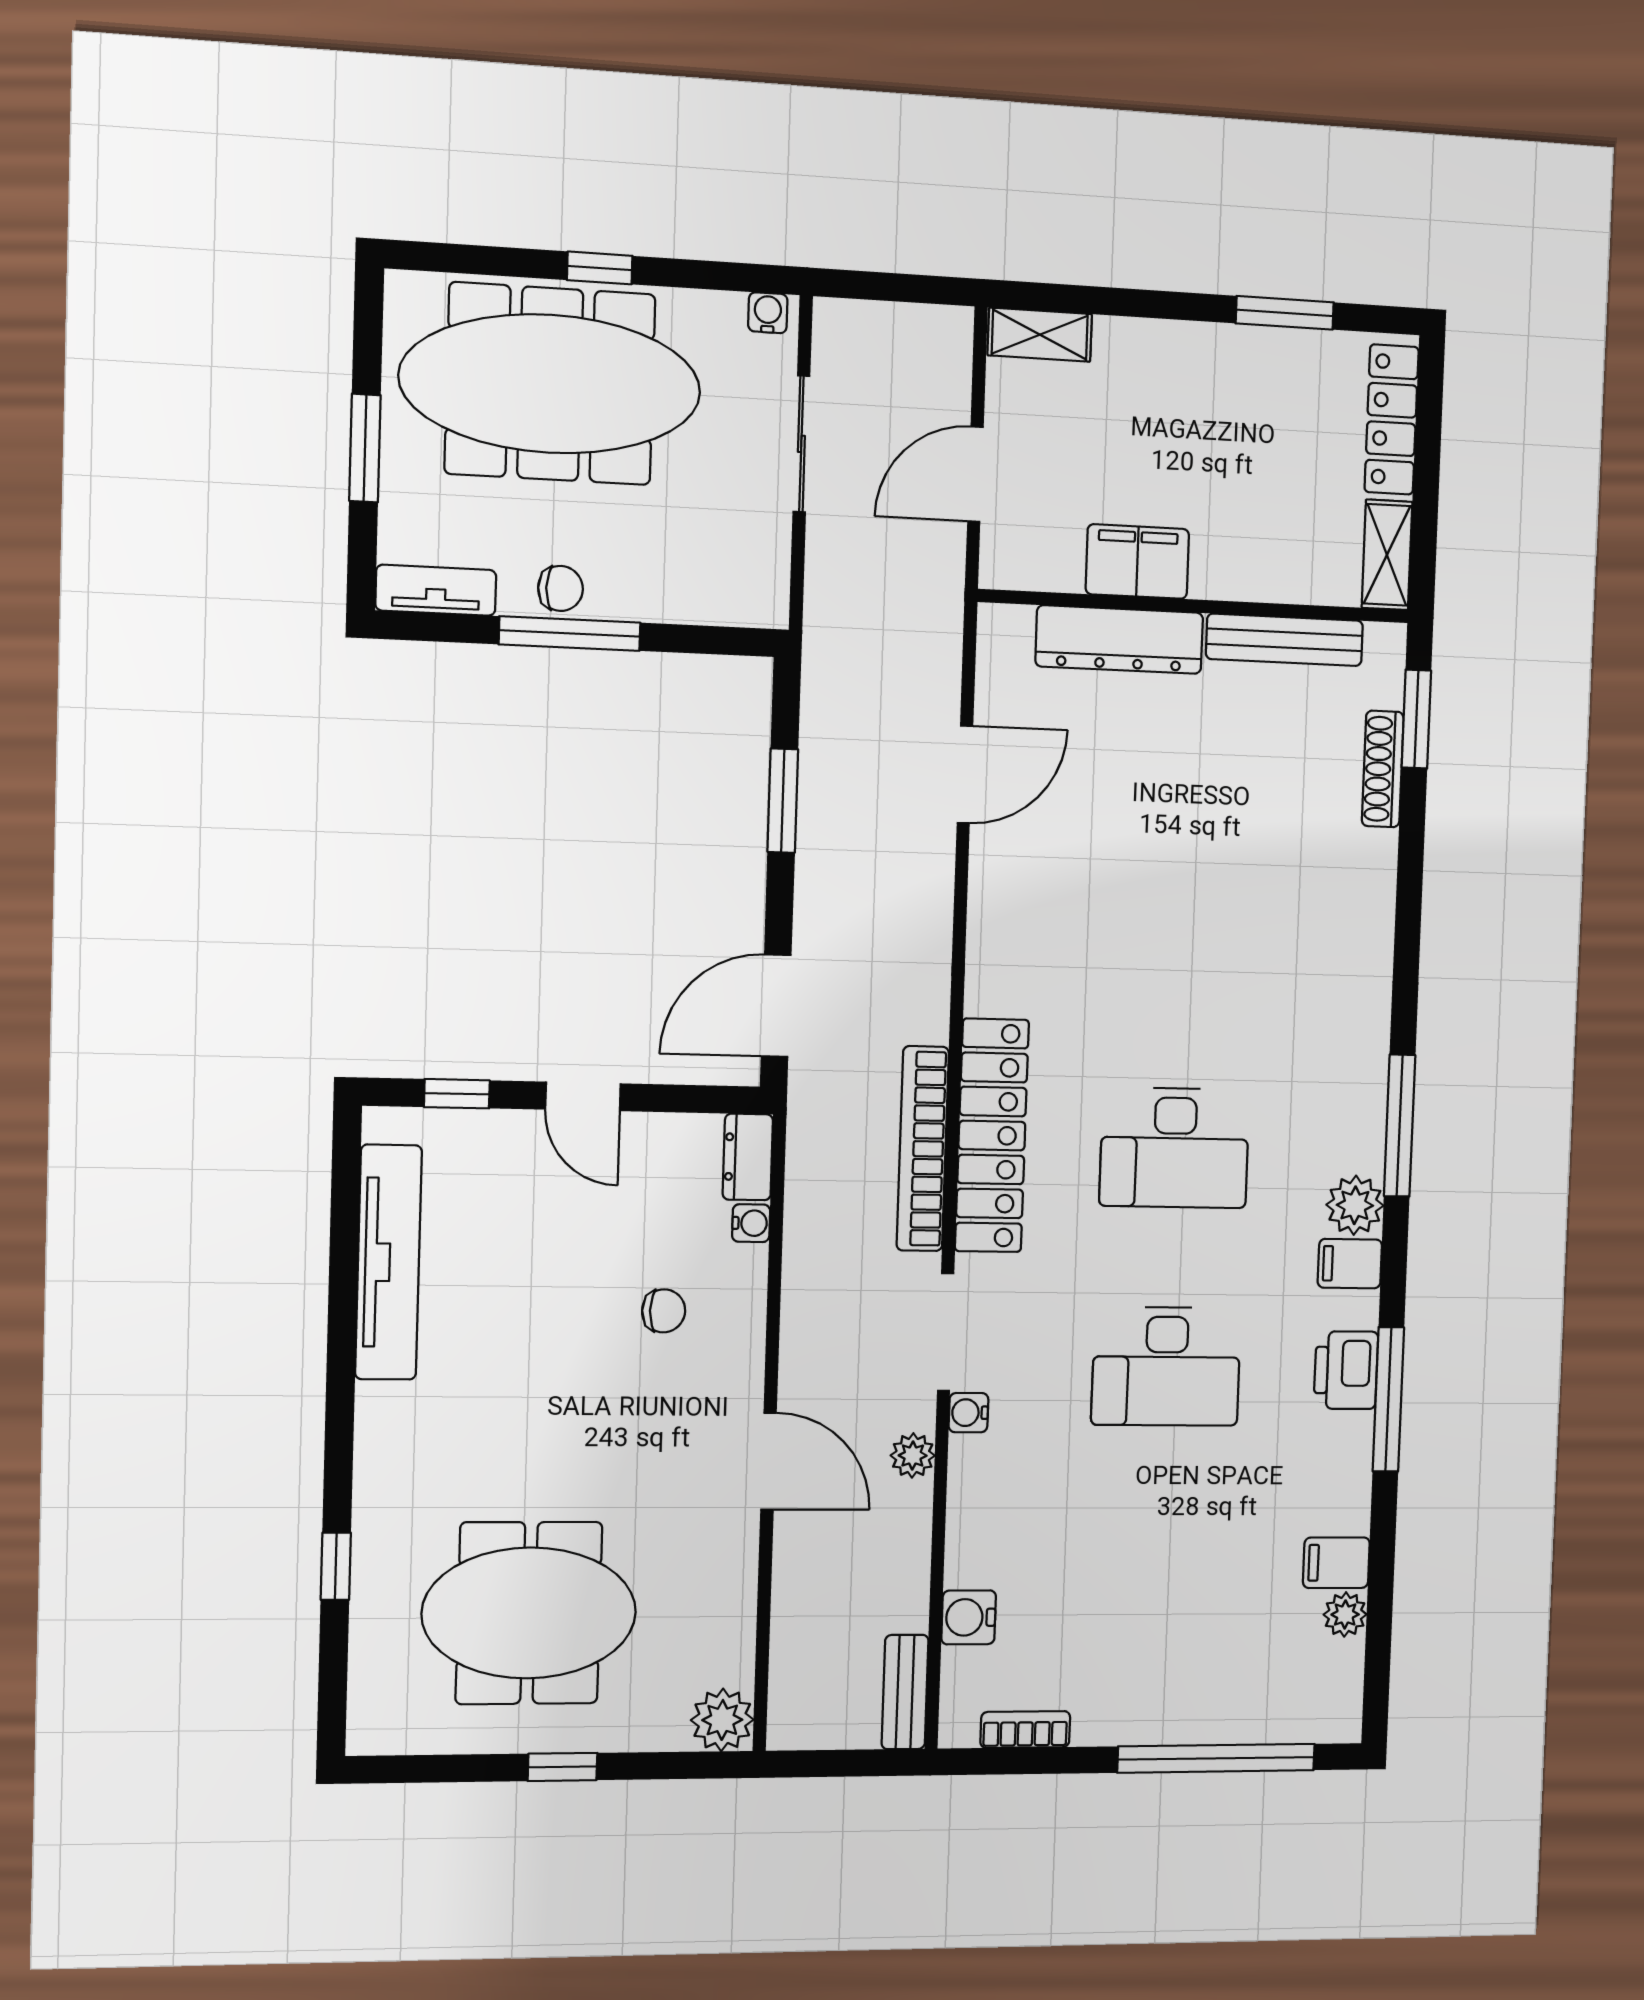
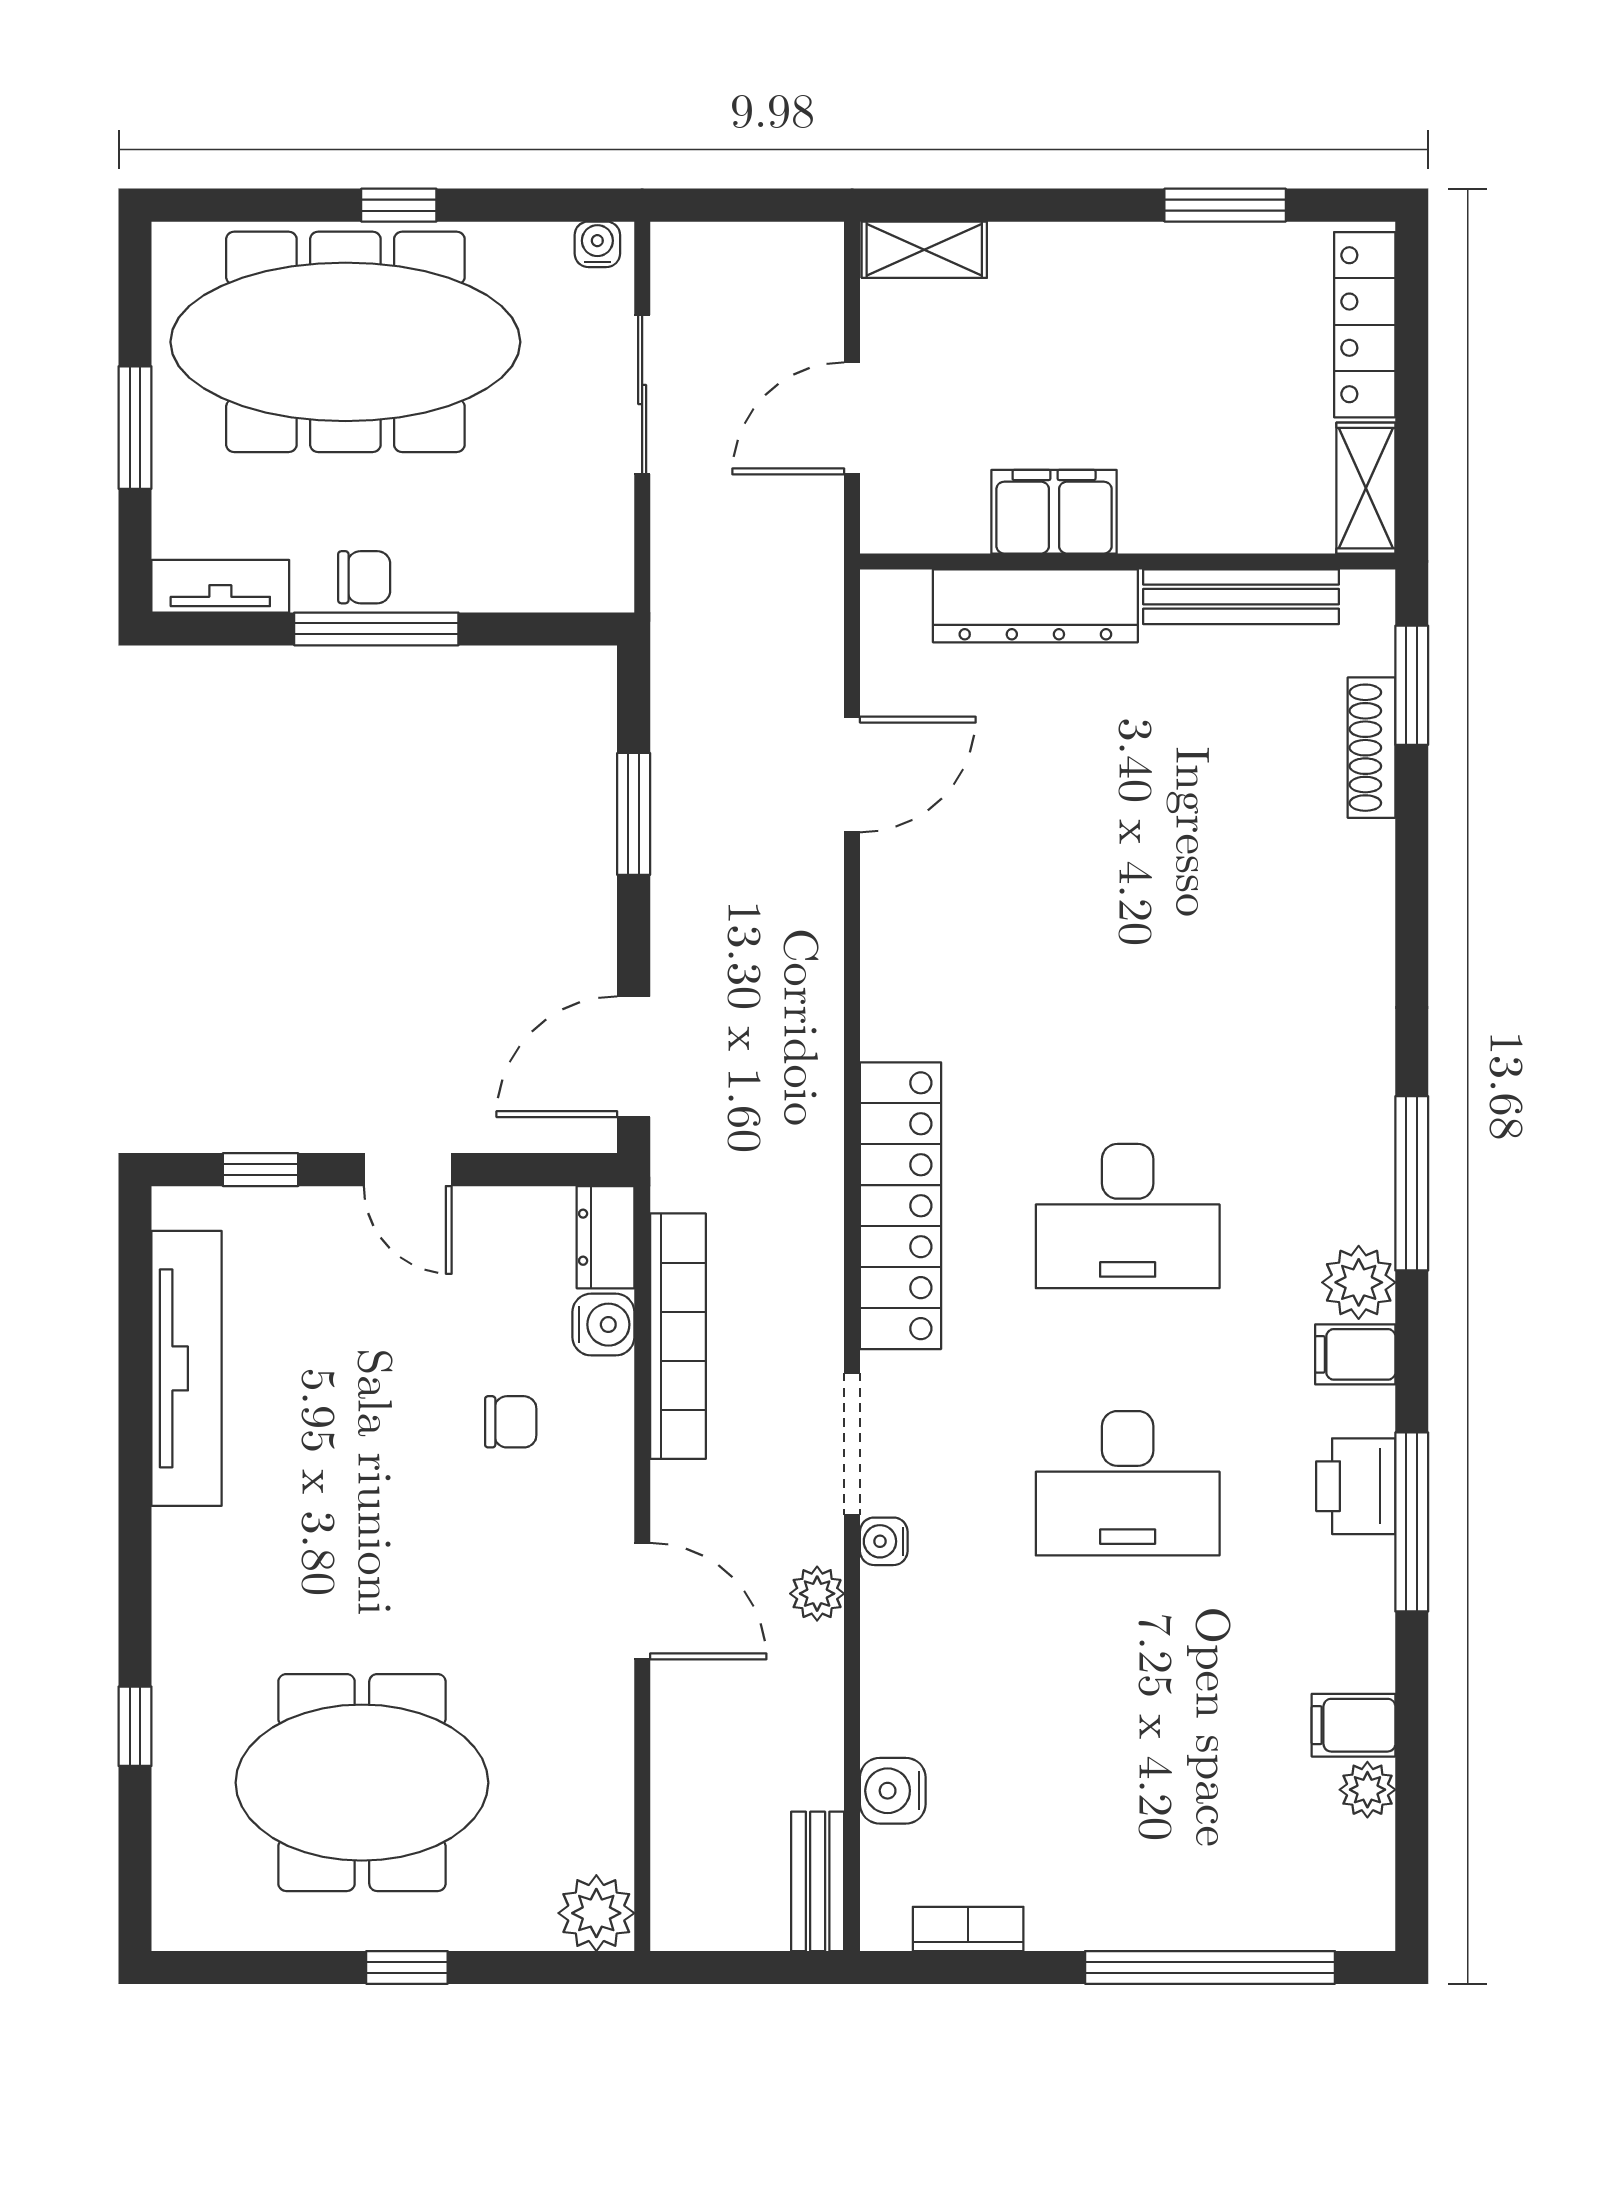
bookcase: (923, 1149) -> (678, 1336), moved, turned 180
water cooler: (751, 1223) -> (603, 1325), width x1.38, depth x1.38

